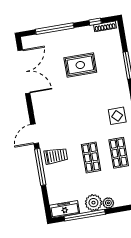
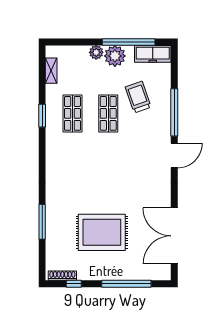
rug: (80, 65) -> (102, 232), width x1.37, depth x1.44
display table: (117, 116) -> (66, 160), removed
trolley: (56, 156) -> (138, 97), moved, turned 71

